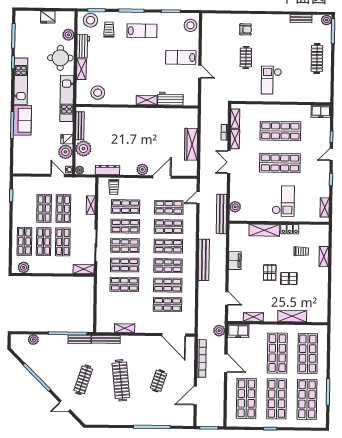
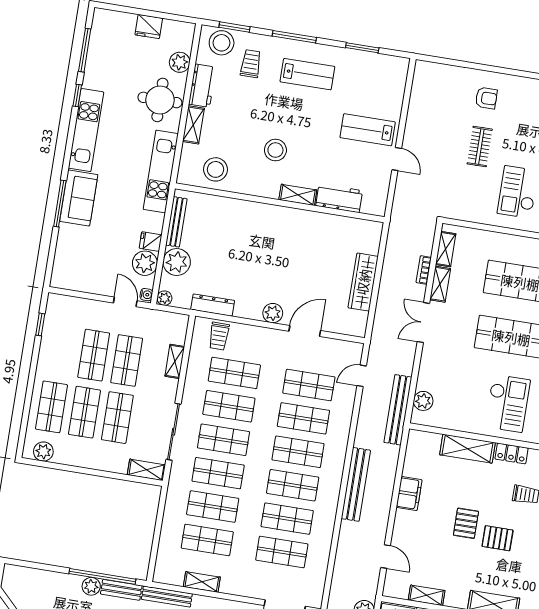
stool: (190, 25) -> (275, 150), moved
shop shelf: (124, 304) -> (207, 540), added
plant: (33, 340) -> (91, 586), moved

